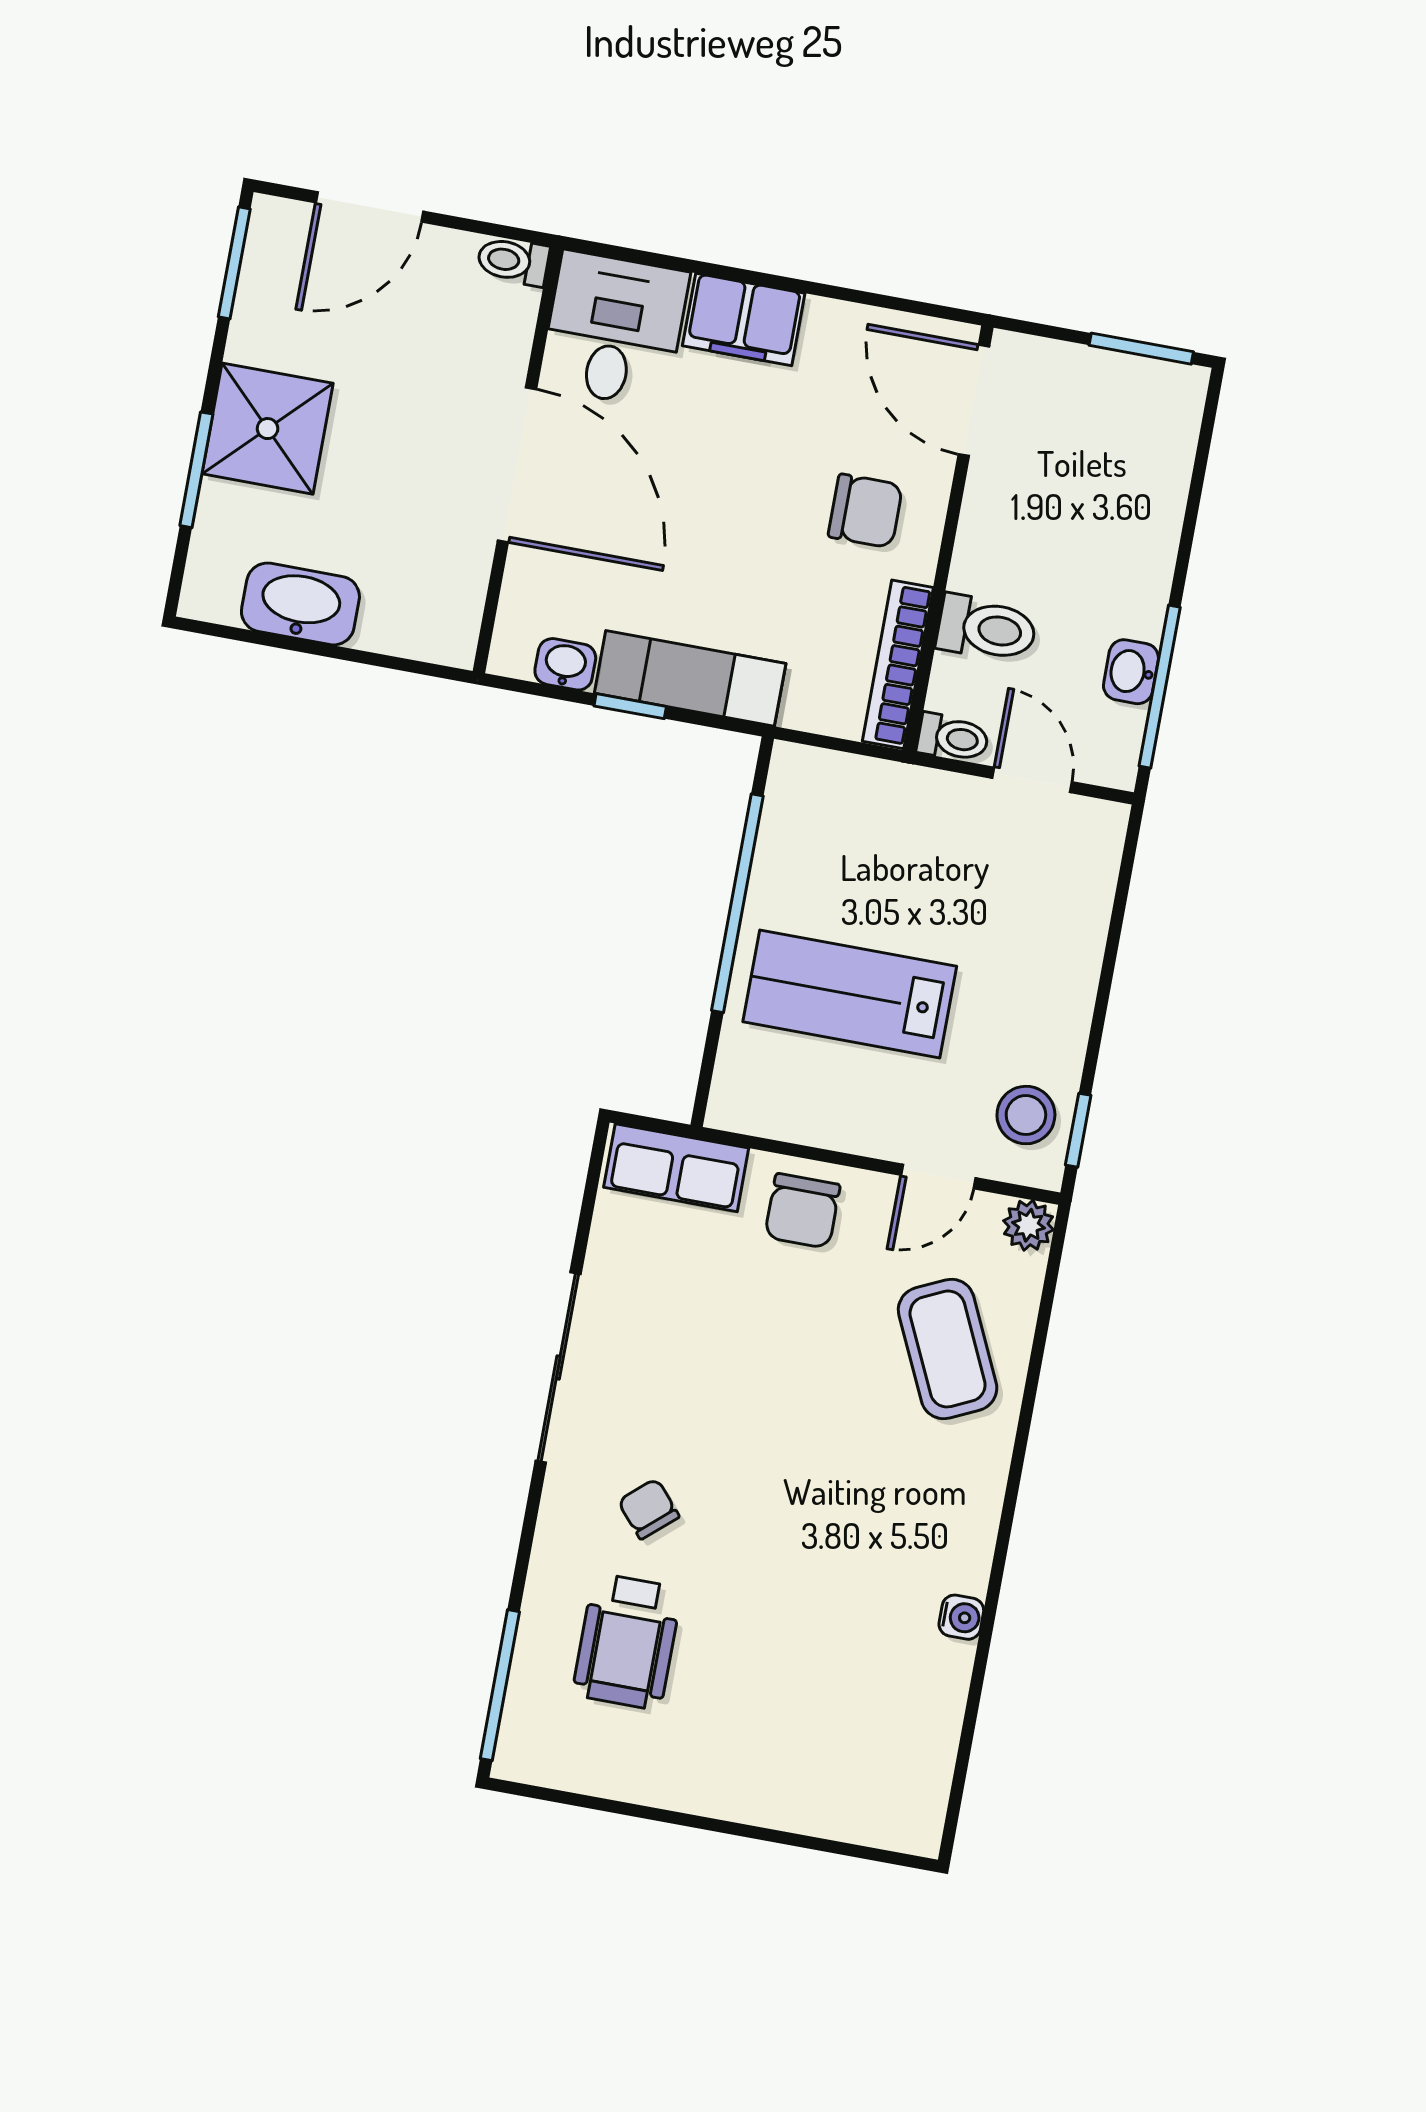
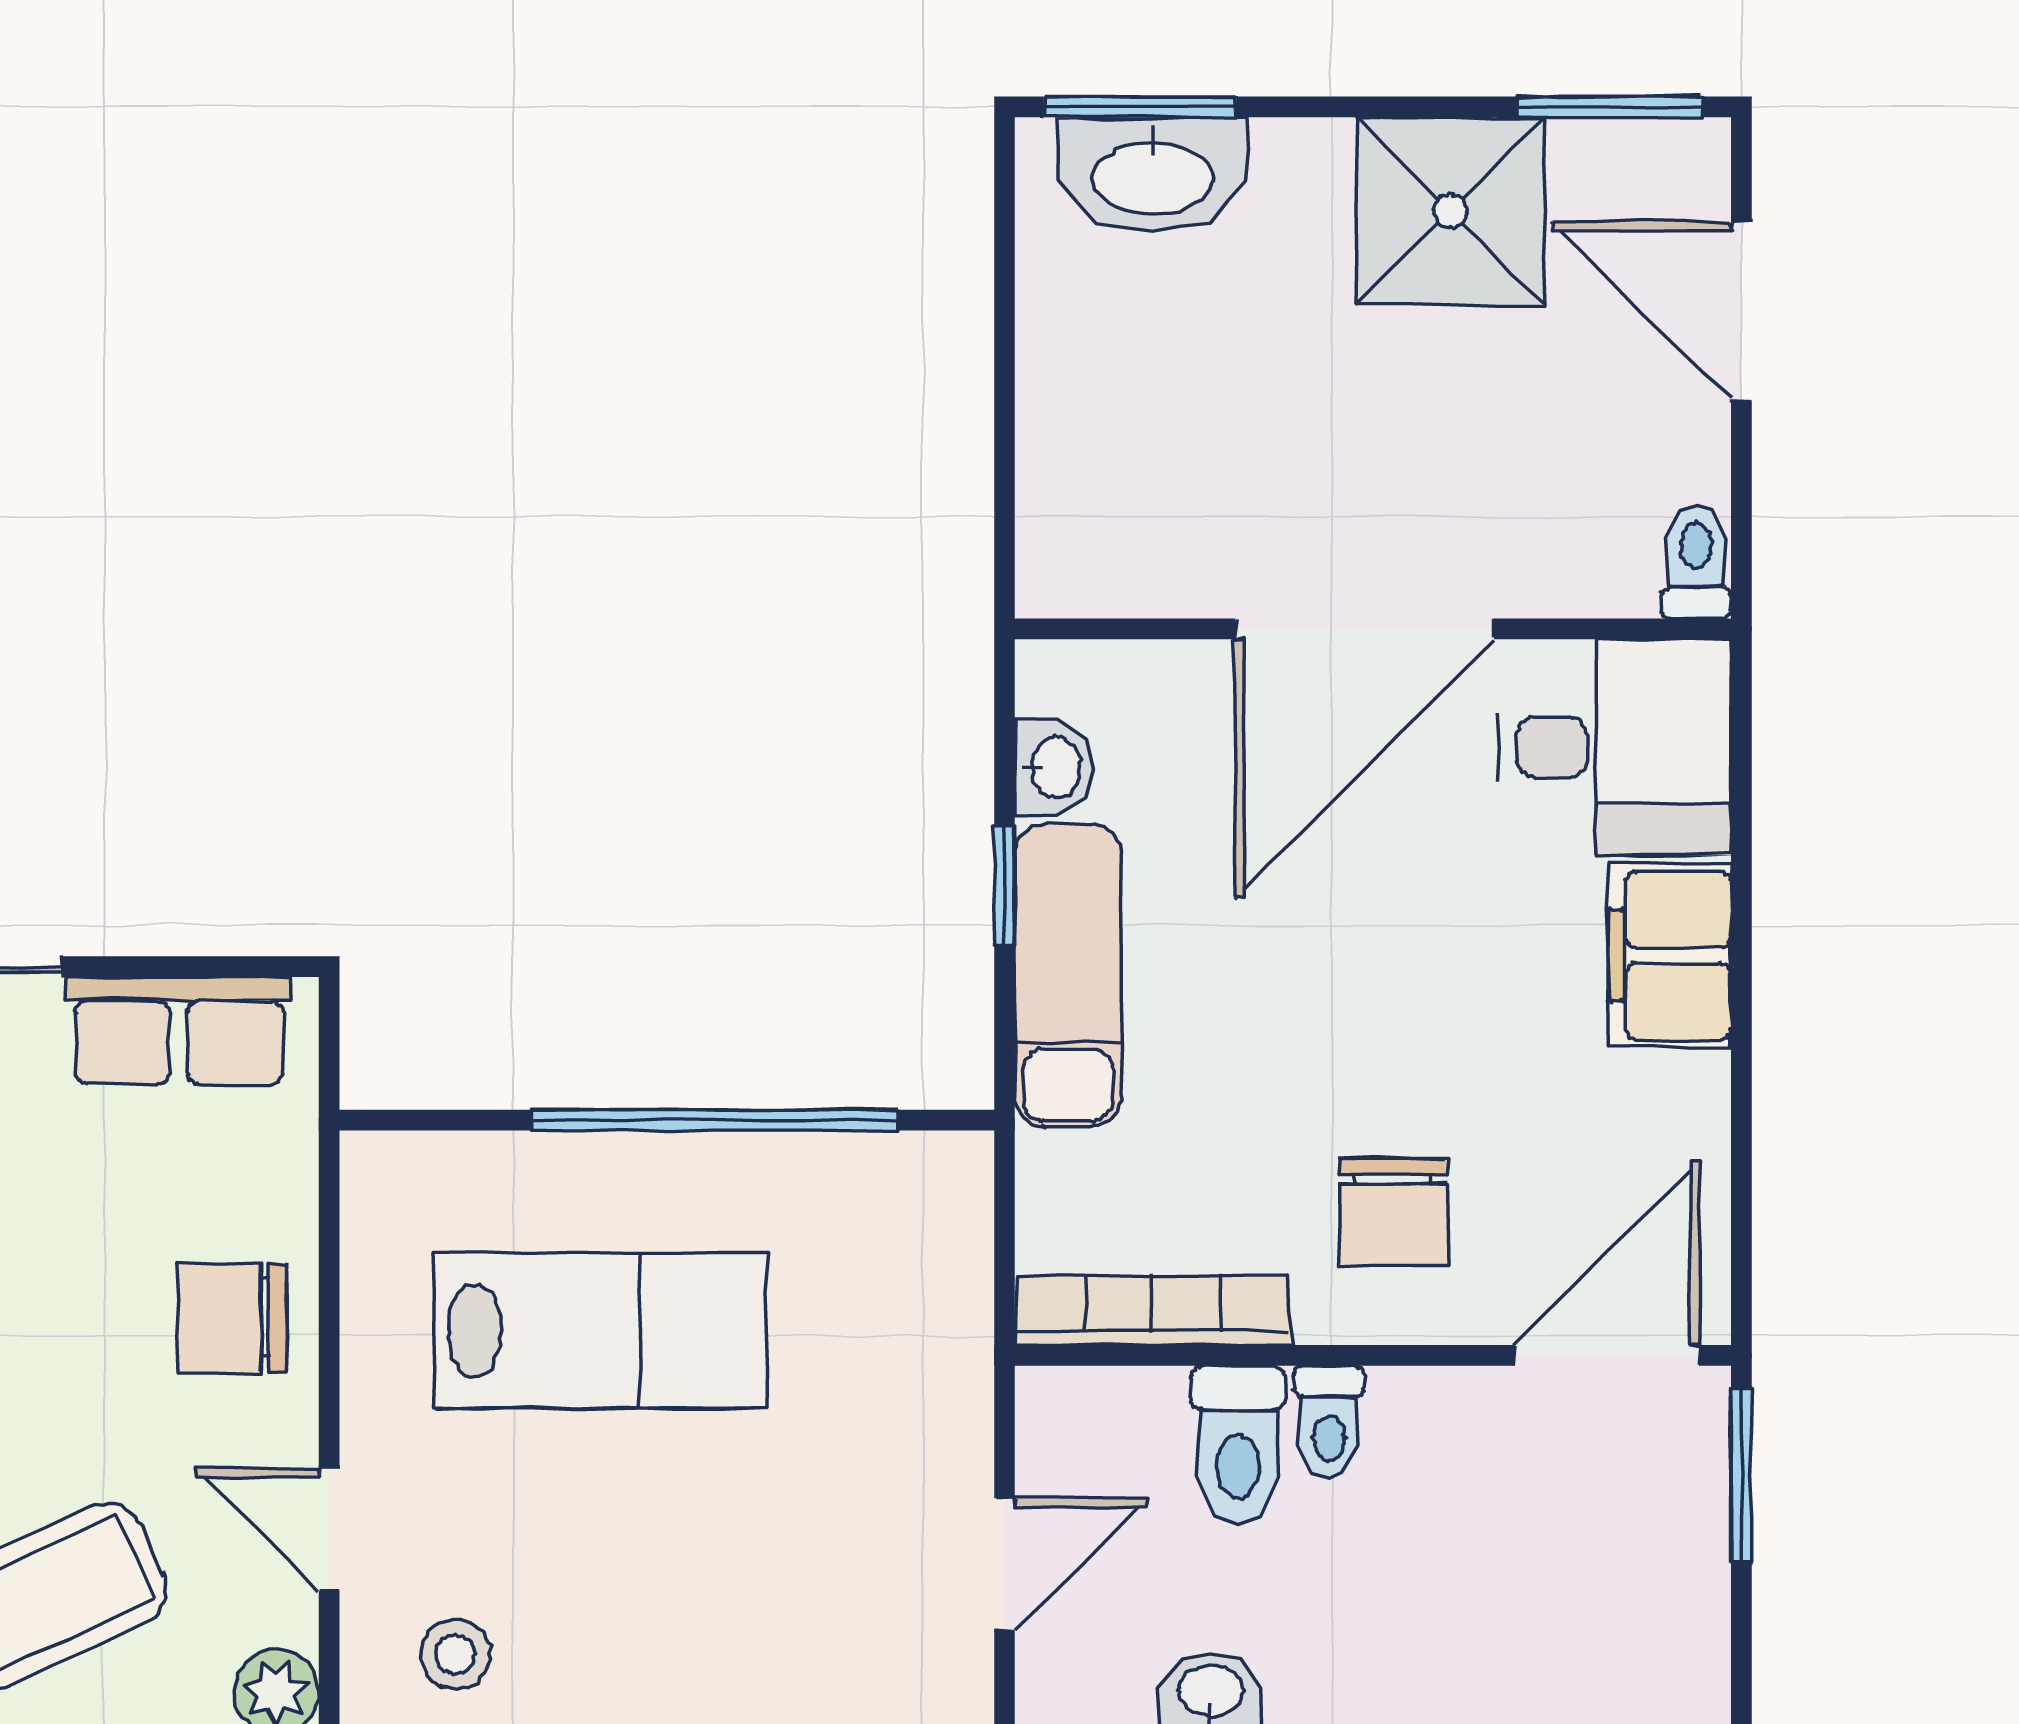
window: (1141, 349) -> (1741, 1475), moved
shower: (268, 429) -> (1450, 211), moved
window: (196, 470) -> (1140, 107), moved
washbasin: (300, 604) -> (1153, 175), moved, turned 90
toilet: (953, 738) -> (1329, 1422), moved
lab bench: (850, 994) -> (601, 1331), turned 90
stool: (1026, 1115) -> (456, 1654), width x0.73, depth x0.73
row of seats: (676, 1168) -> (179, 1031), moved, turned -90

